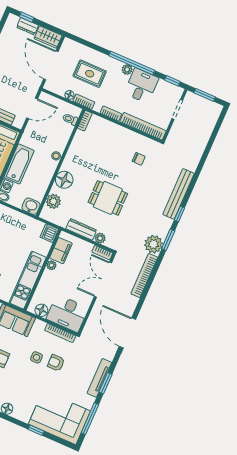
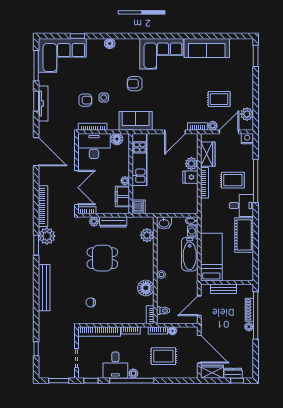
floor lamp: (64, 180) -> (146, 288), moved
window: (179, 214) -> (36, 349), moved

